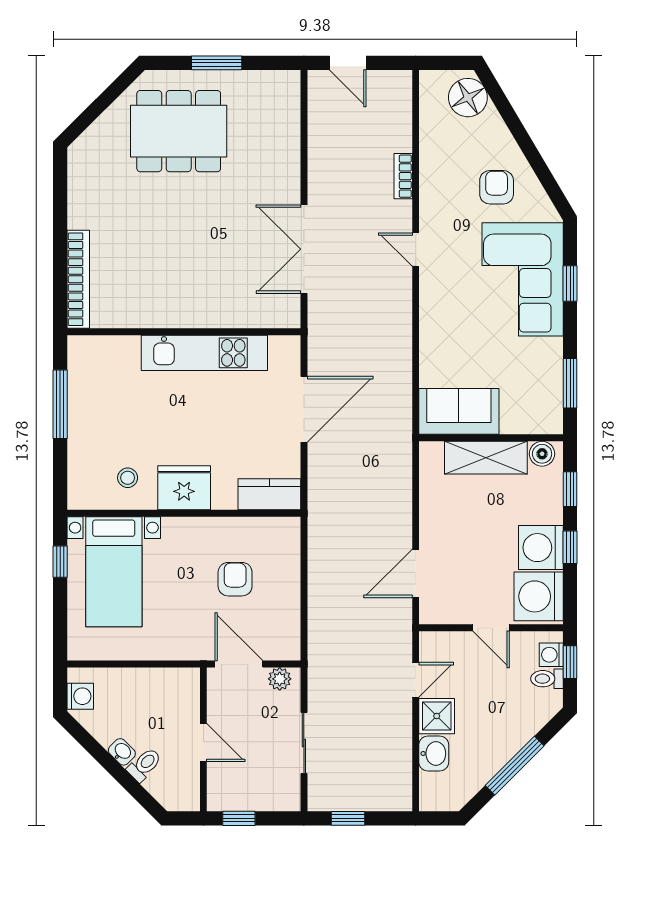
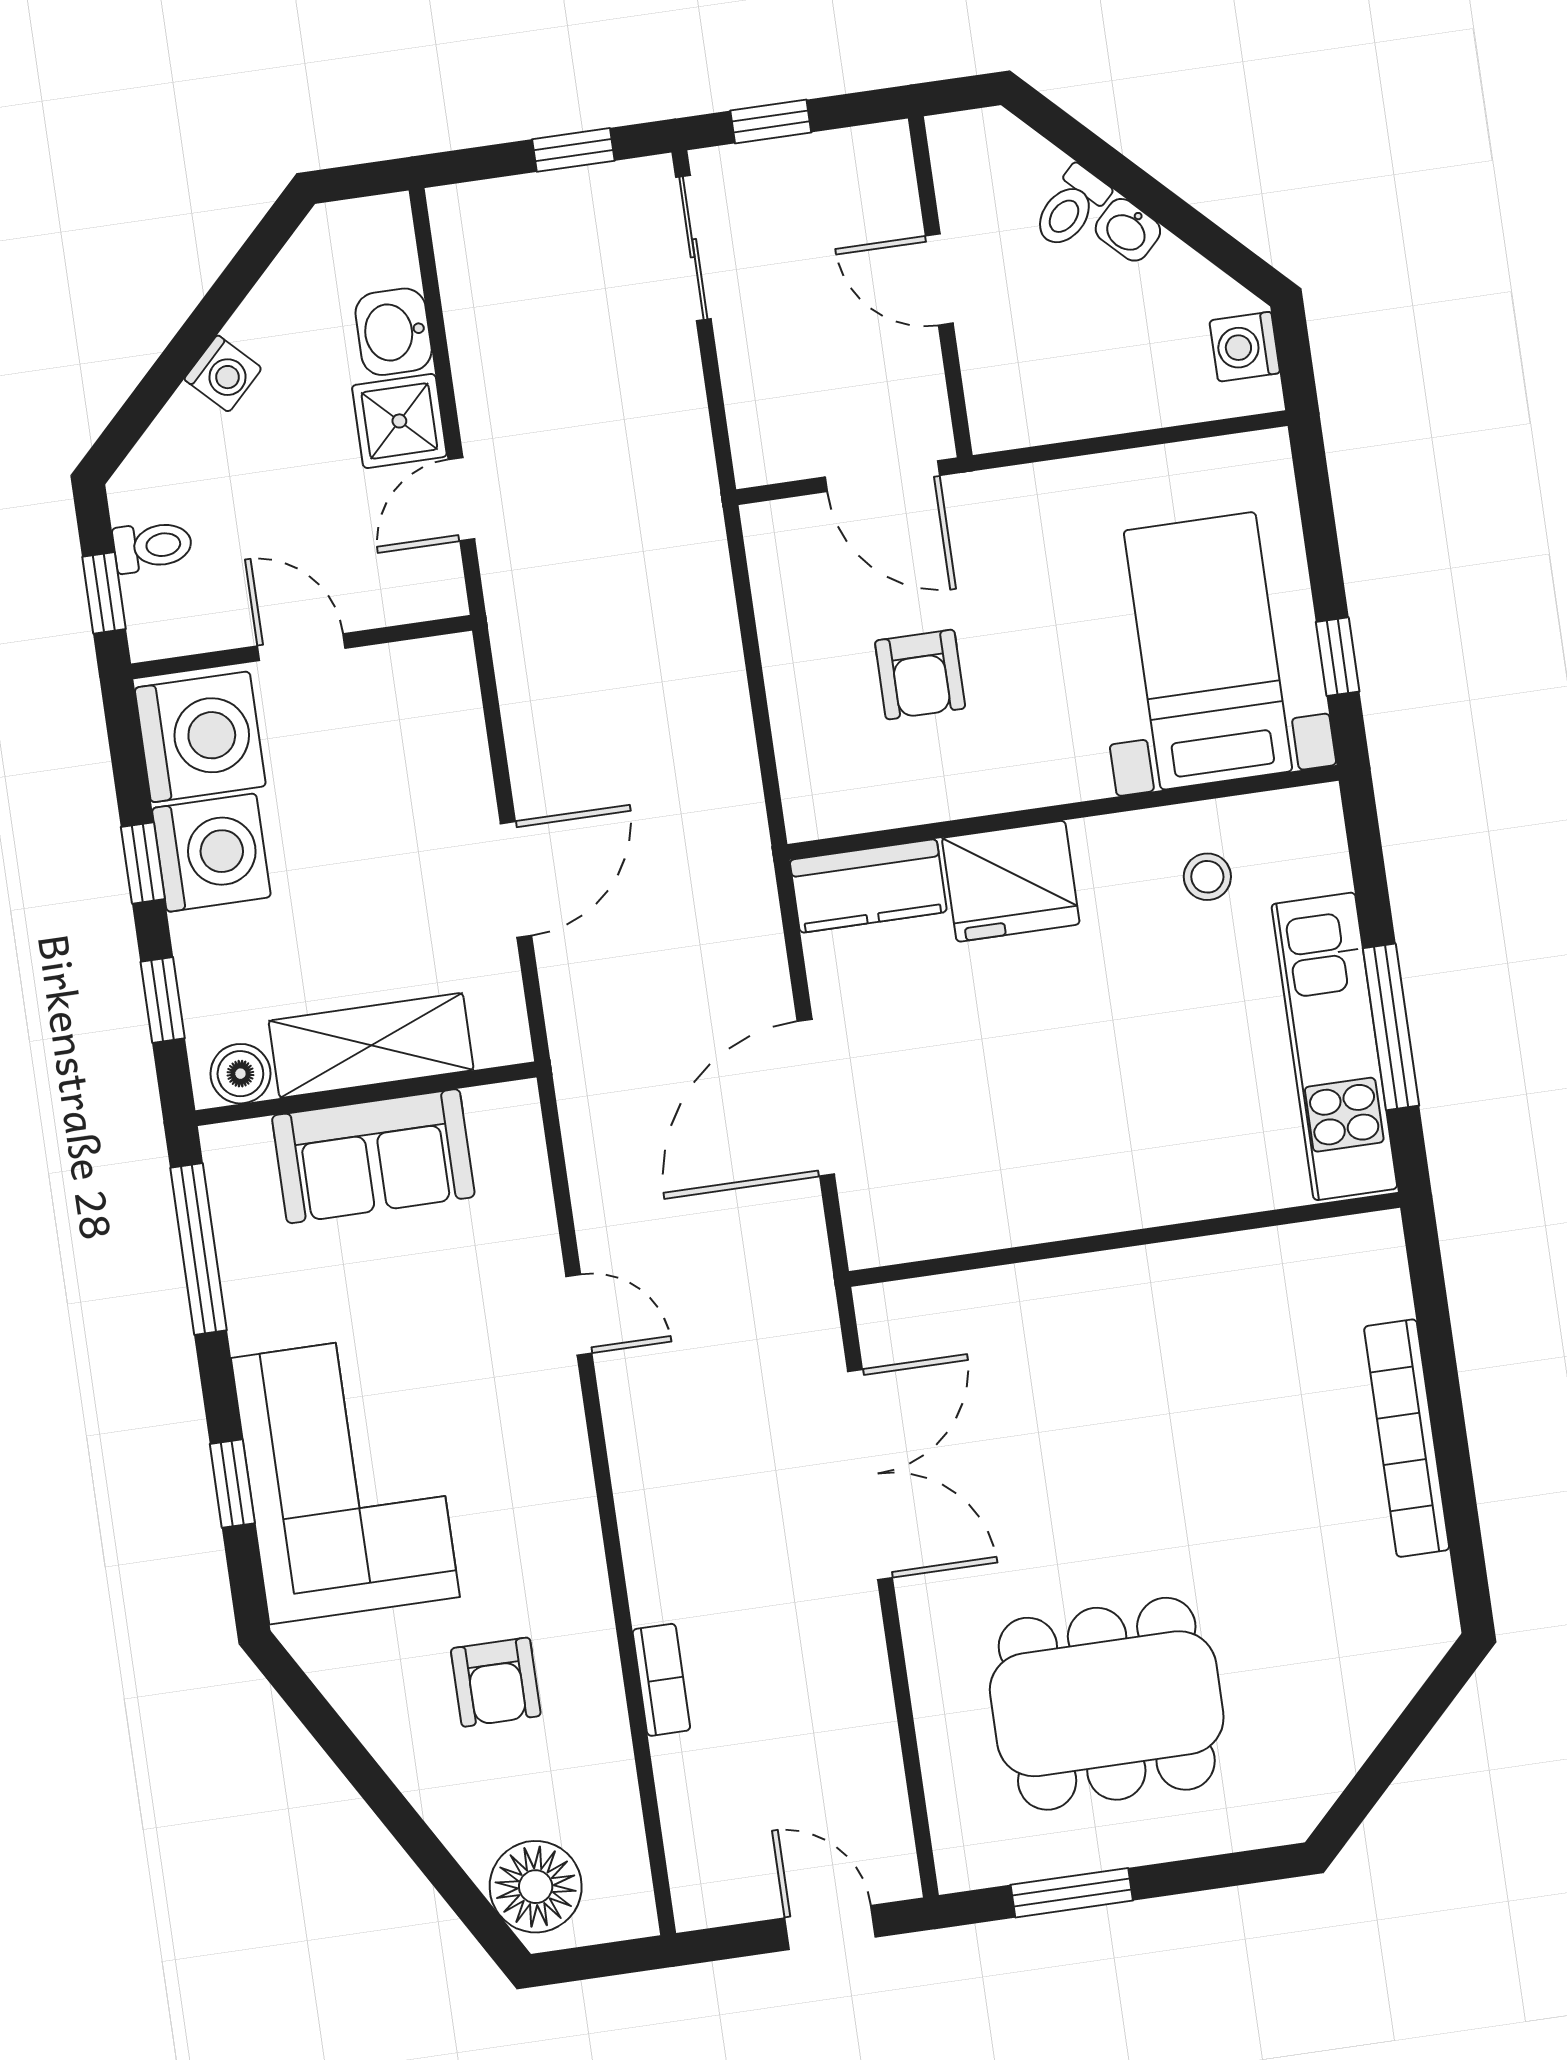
window: (217, 63) -> (1072, 1893), moved
dining table: (179, 131) -> (1107, 1704), moved
armchair: (497, 187) -> (496, 1682), moved
door: (416, 250) -> (579, 1315), moved
bookcase: (78, 279) -> (1407, 1438), moved
kitchen unit: (204, 353) -> (1334, 1046), moved, turned -90
window: (570, 383) -> (199, 1249), width x1.44
sofa: (459, 411) -> (373, 1156), moved
fridge: (184, 488) -> (1011, 881), moved
door: (416, 573) -> (516, 879), moved
washing machine: (551, 655) -> (223, 374), moved, turned 45
plant: (280, 679) -> (781, 455), removed
sliding door: (304, 743) -> (693, 248), moved
window: (515, 766) -> (199, 331), removed
window: (239, 818) -> (771, 122), moved

